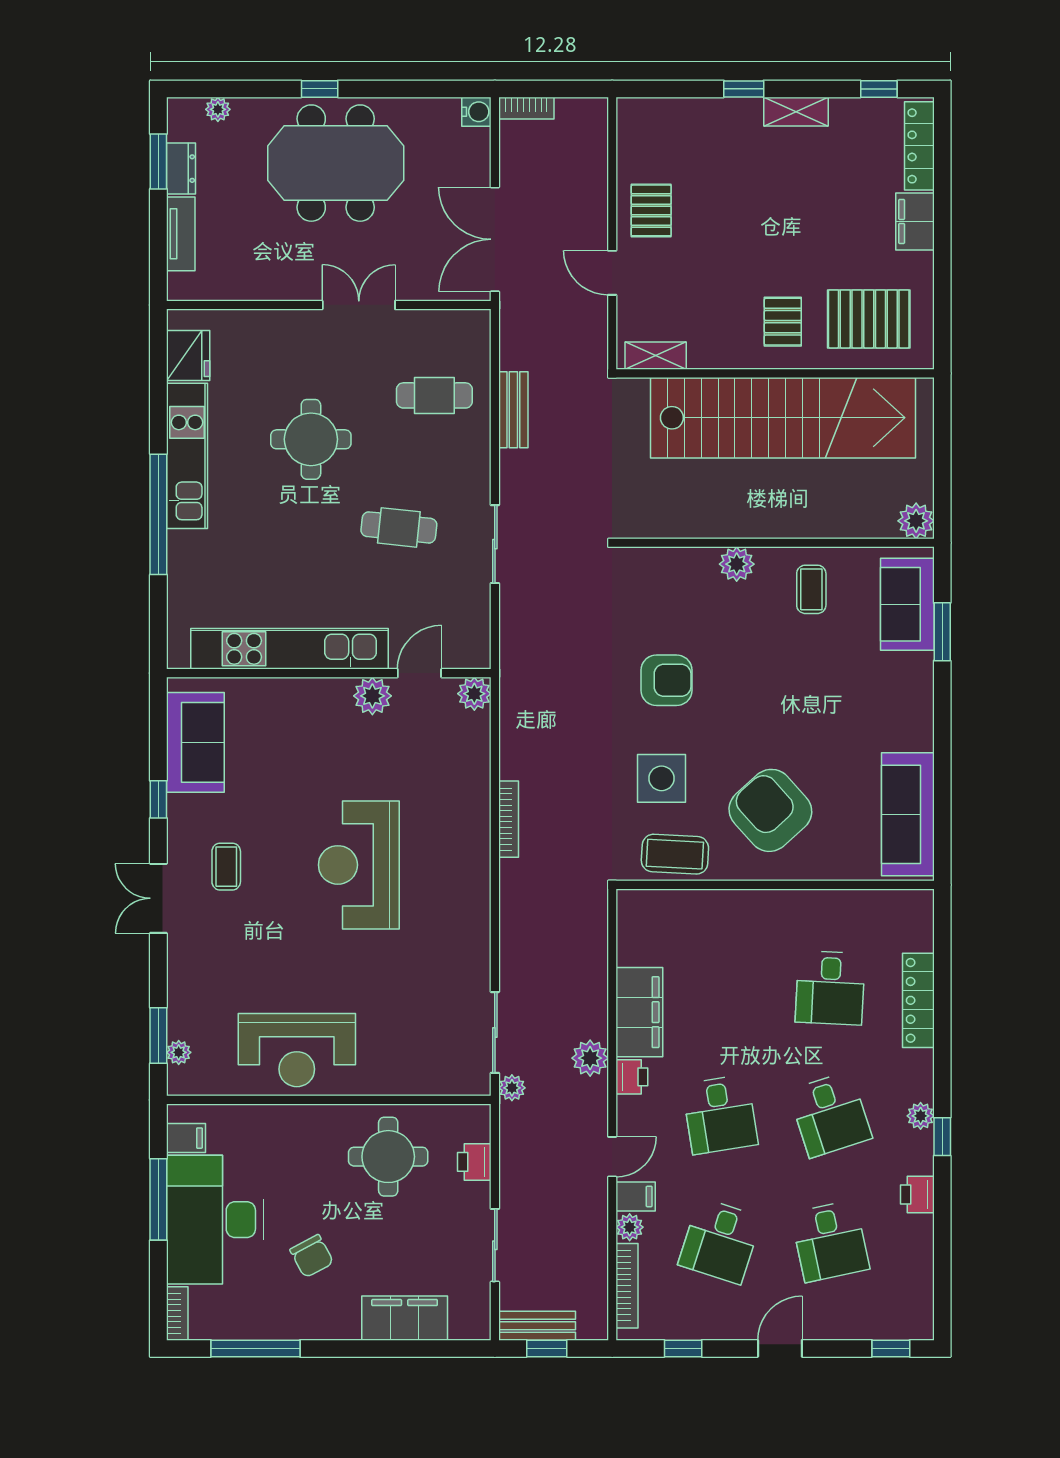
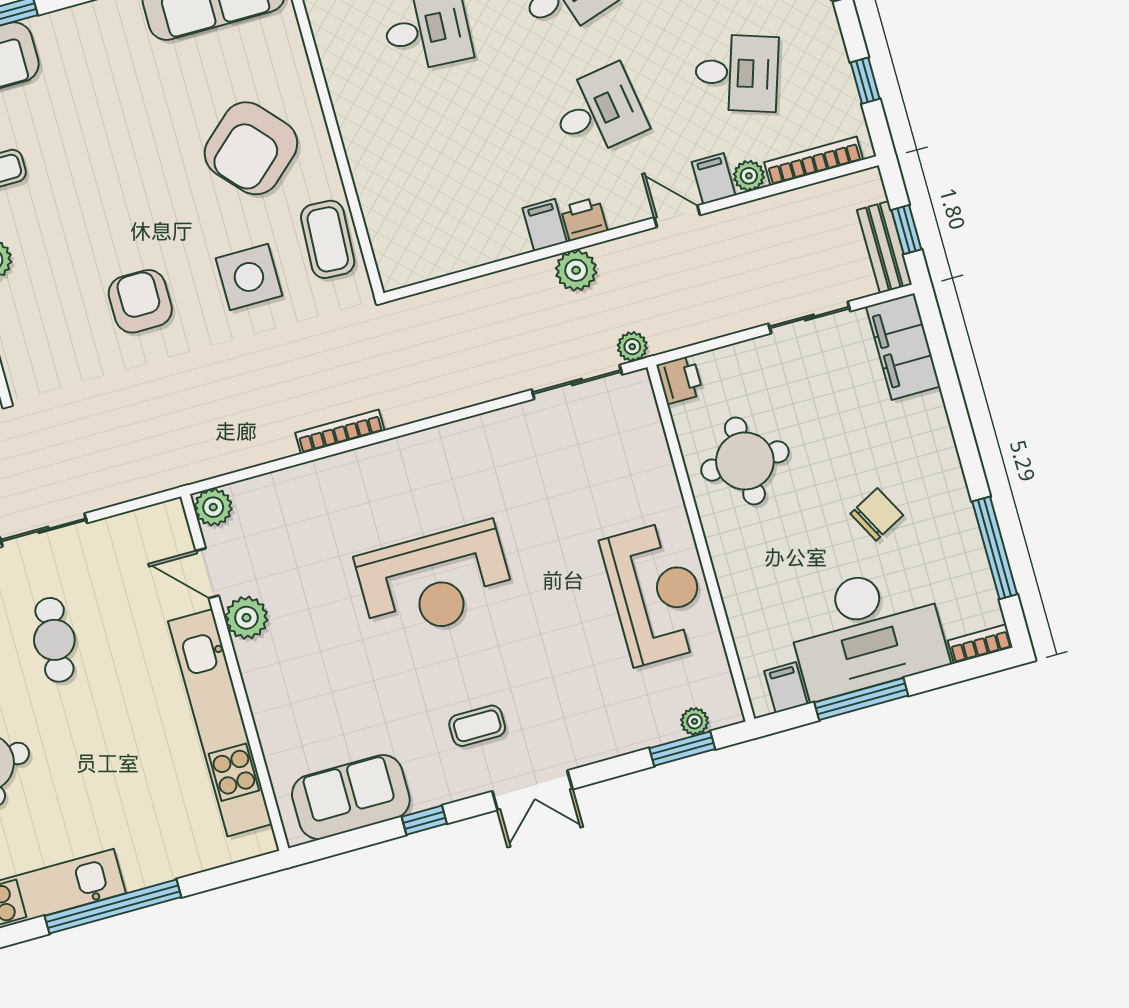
filing cabinet: (639, 1012) -> (545, 225), width x0.33, depth x0.86
printer: (474, 1162) -> (680, 380), moved, turned -90
filing cabinet: (405, 1318) -> (903, 347), moved

